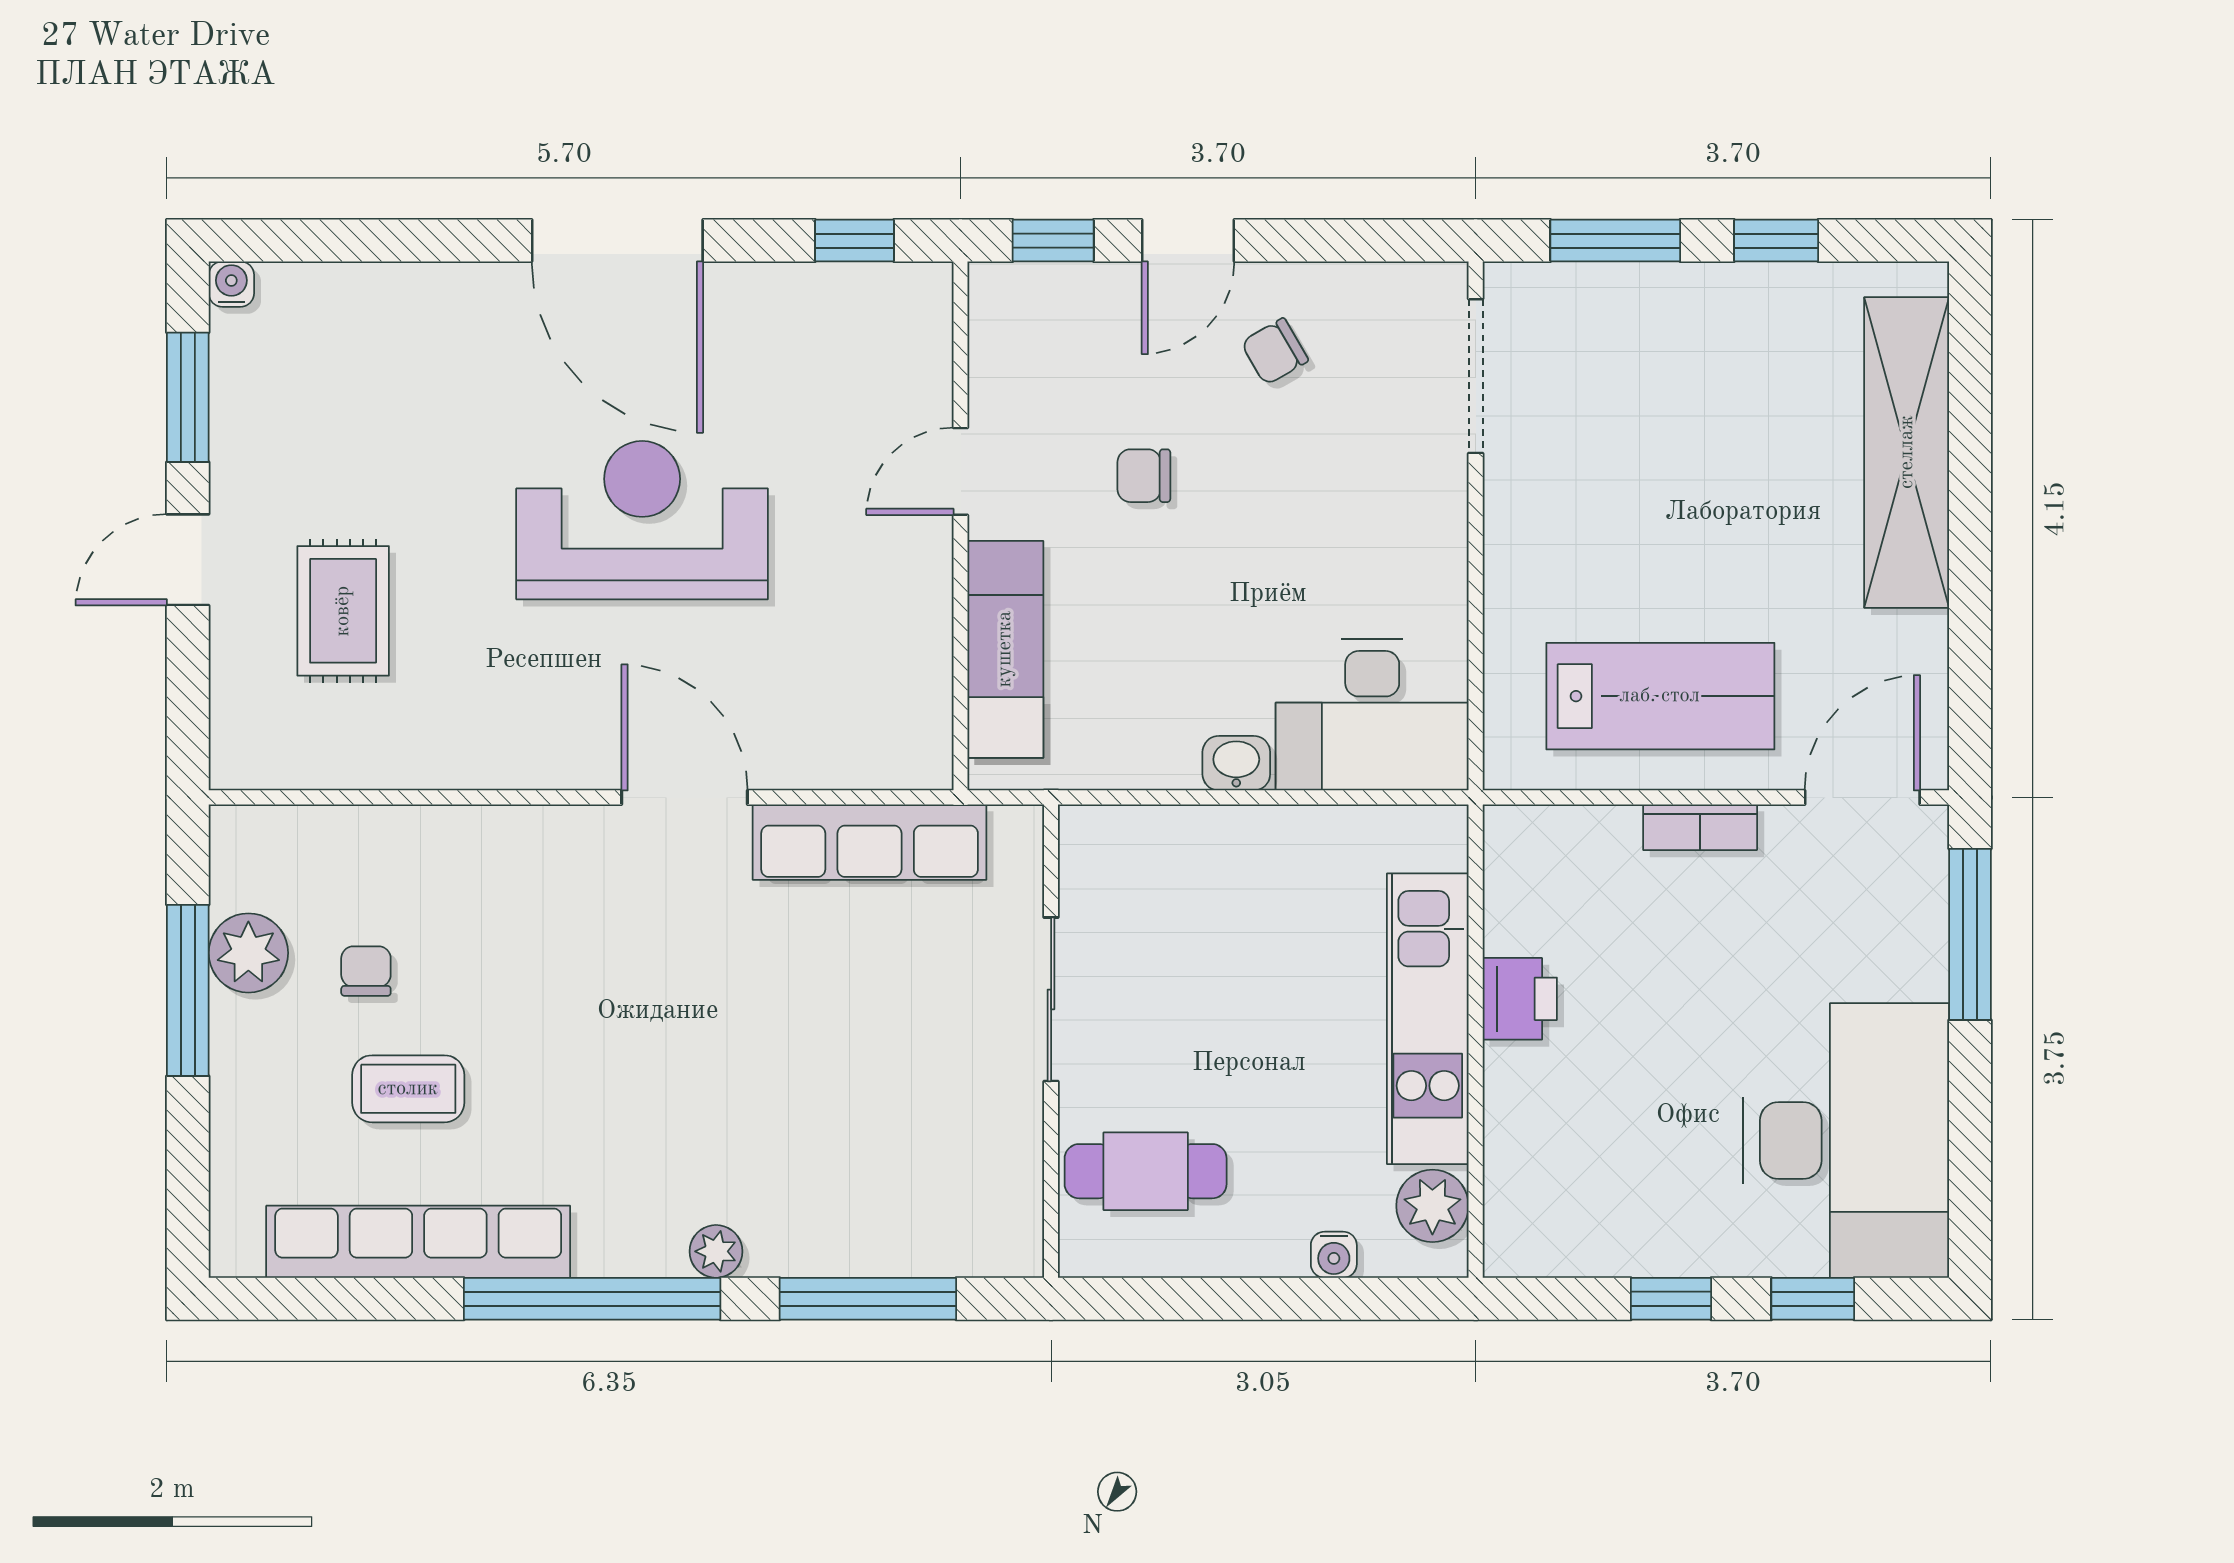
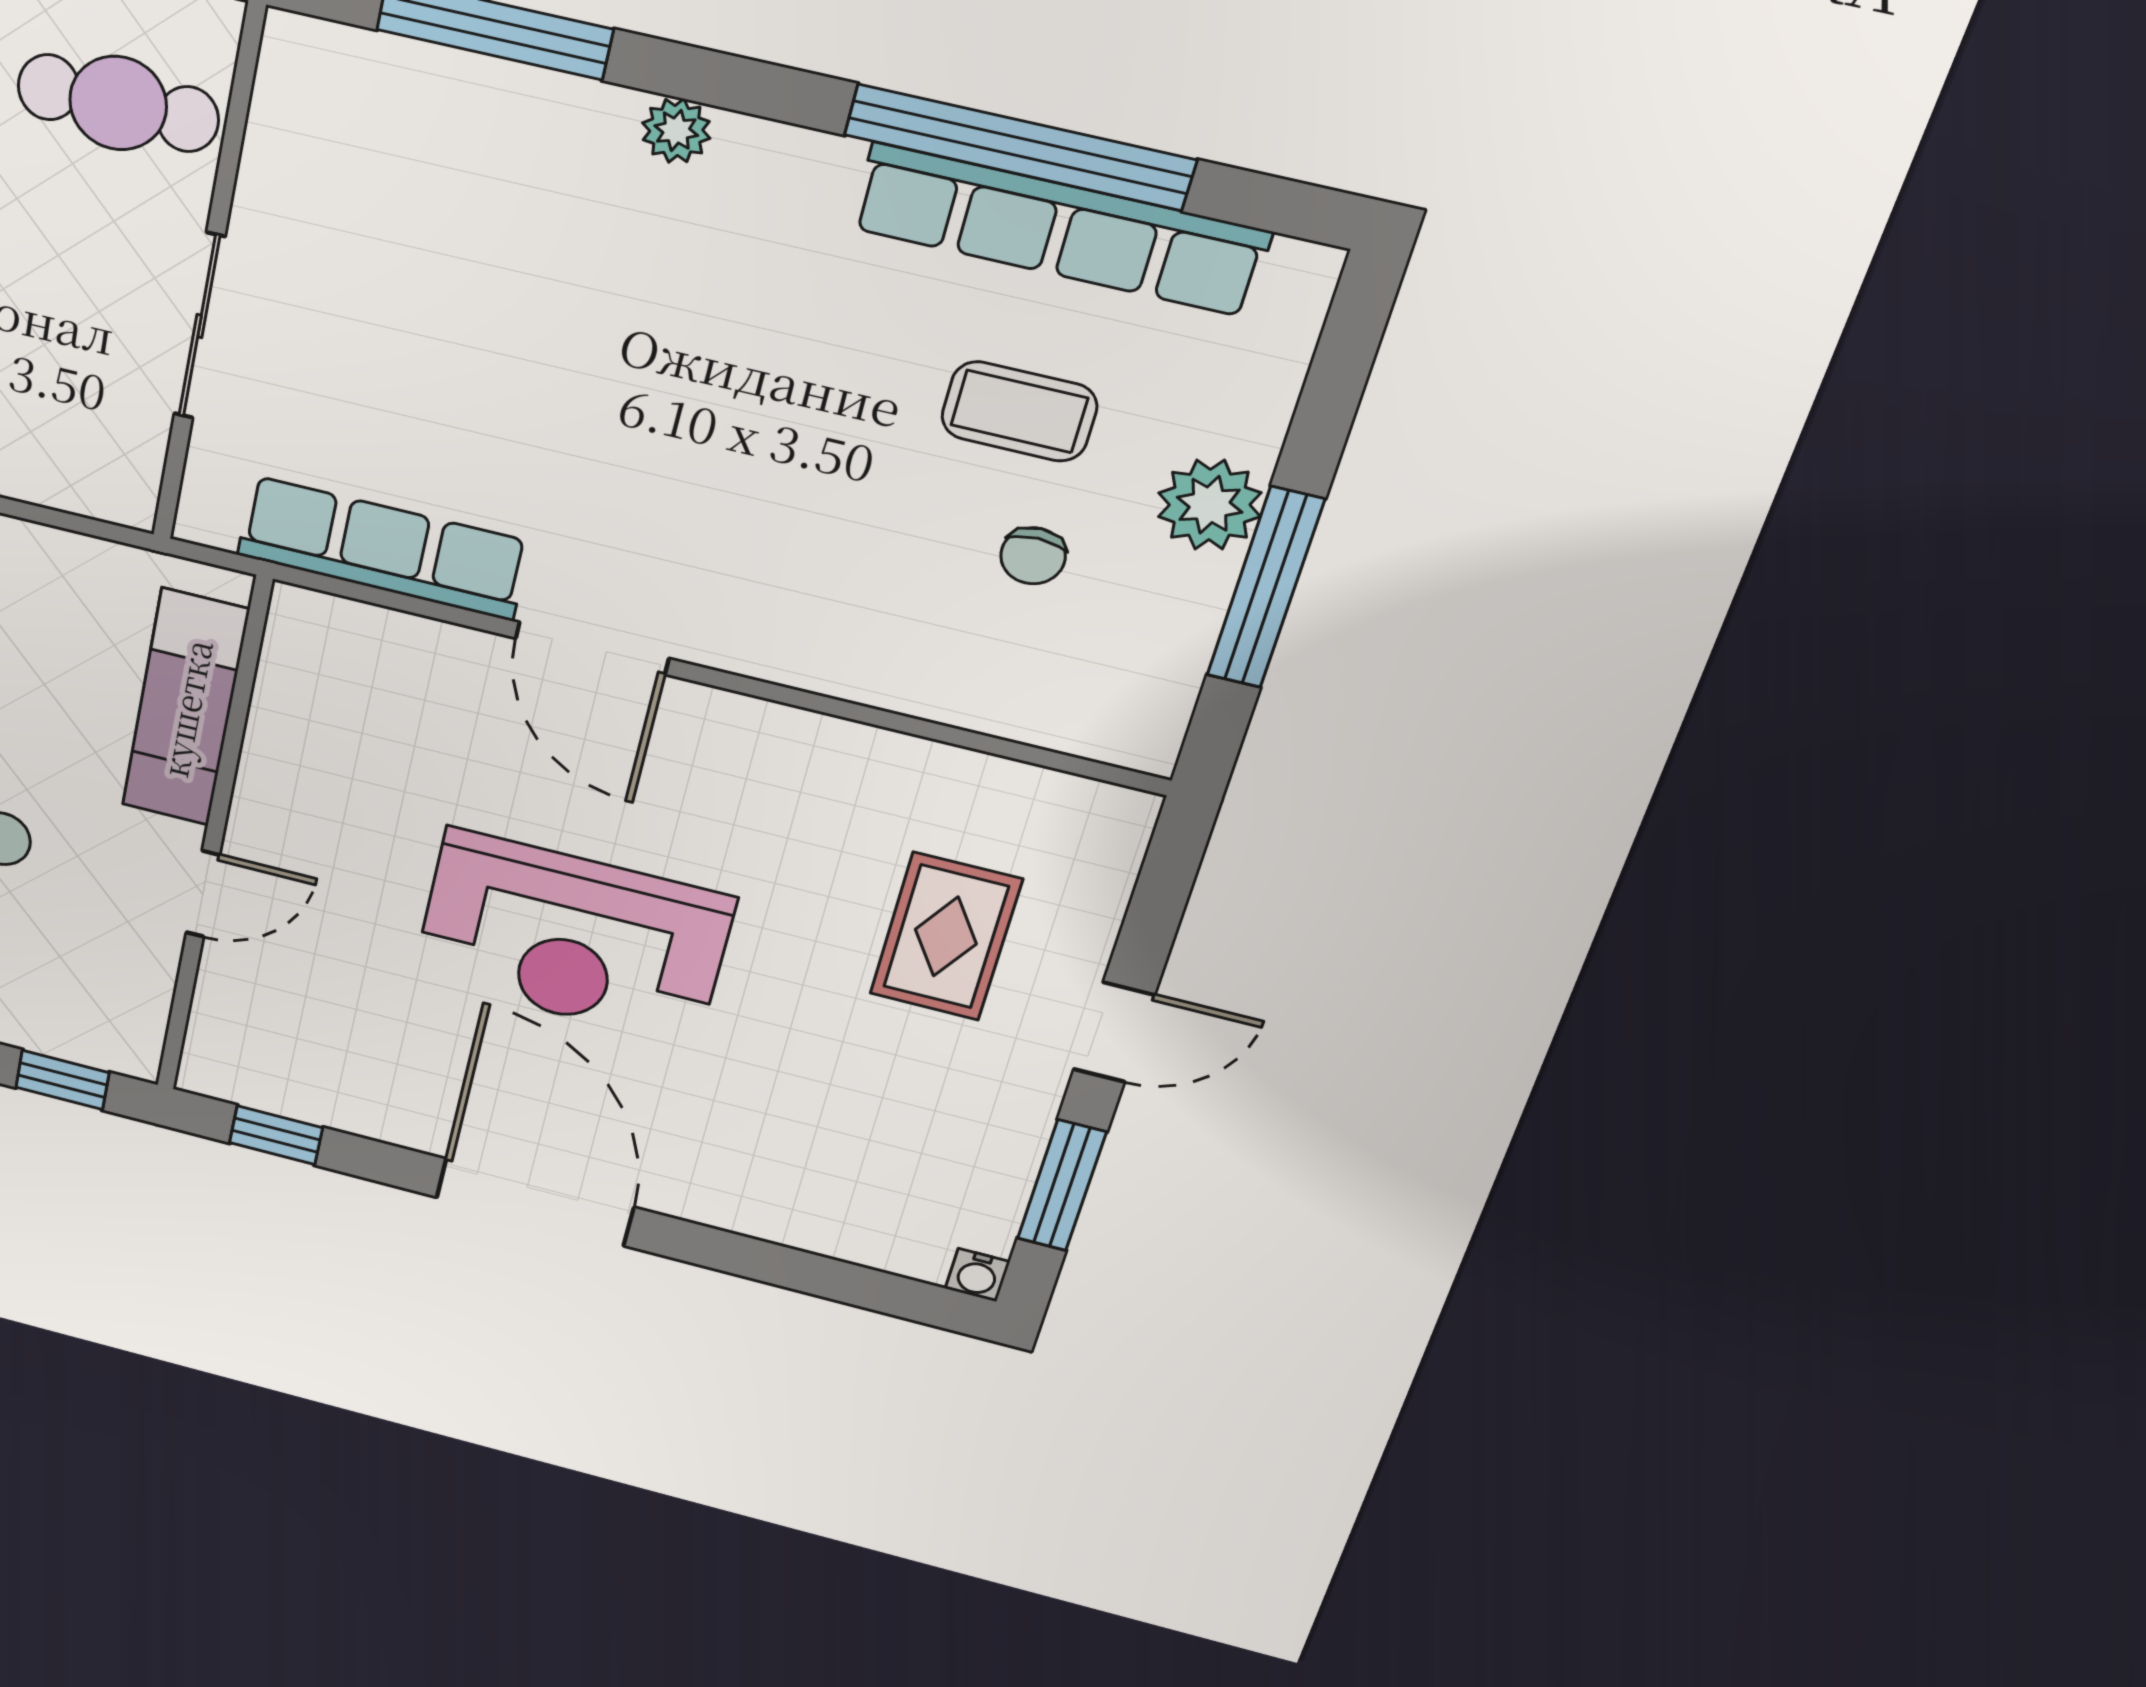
plant: (248, 953) -> (1210, 505), moved
window: (592, 1299) -> (1020, 147), moved

